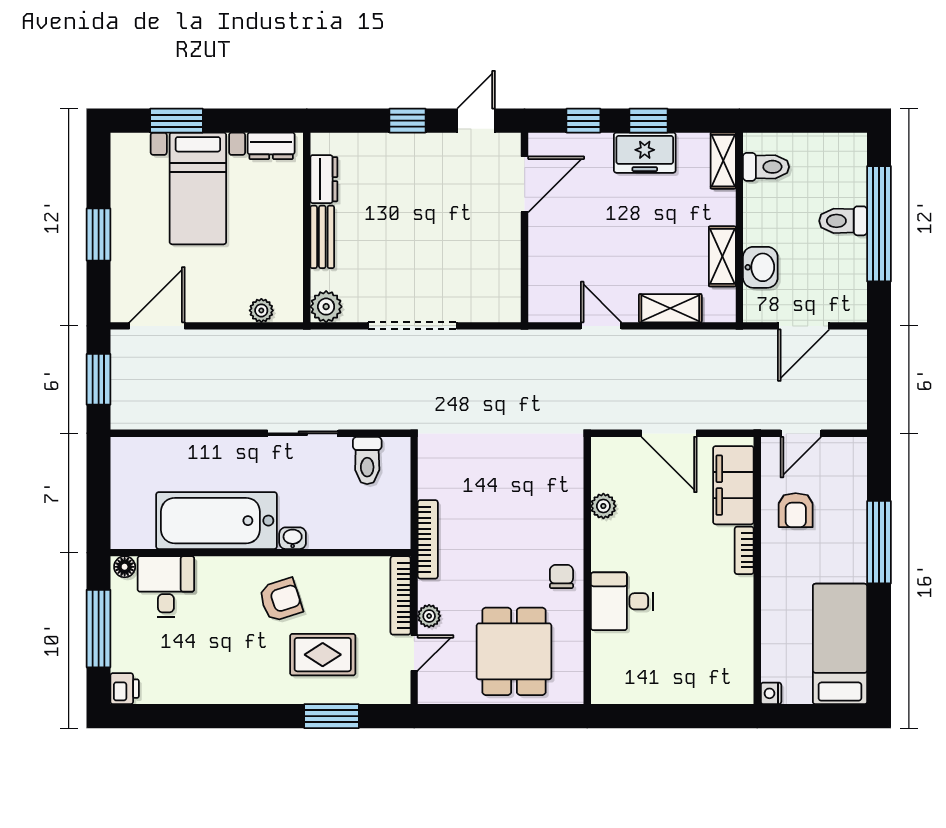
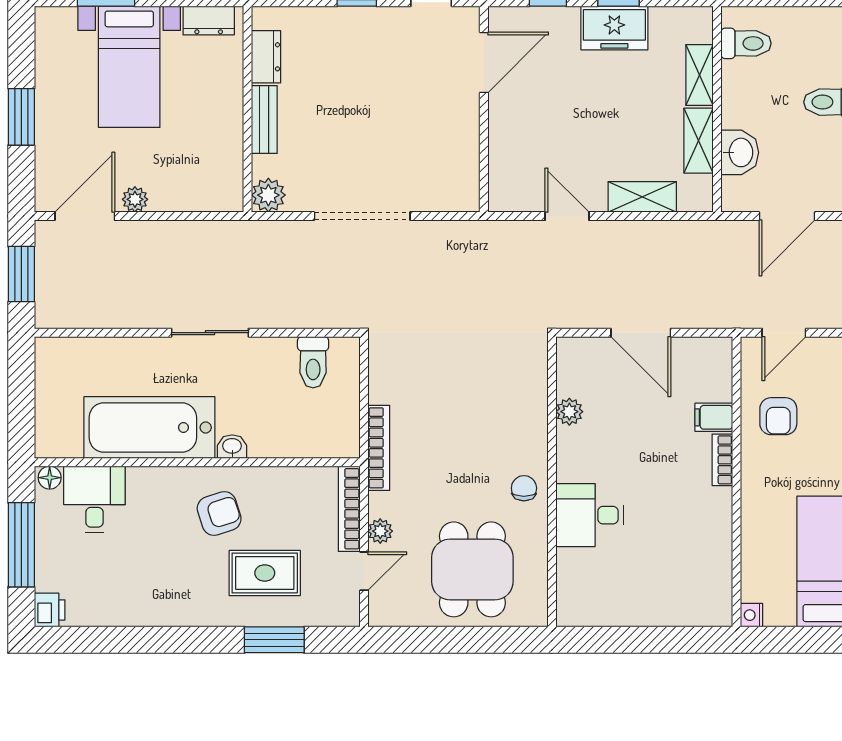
shelving: (723, 161) -> (700, 75), moved
plant: (261, 310) -> (135, 199), moved
sliding door: (303, 433) -> (210, 333), moved
filing cabinet: (733, 485) -> (714, 417), width x0.33, depth x0.86

